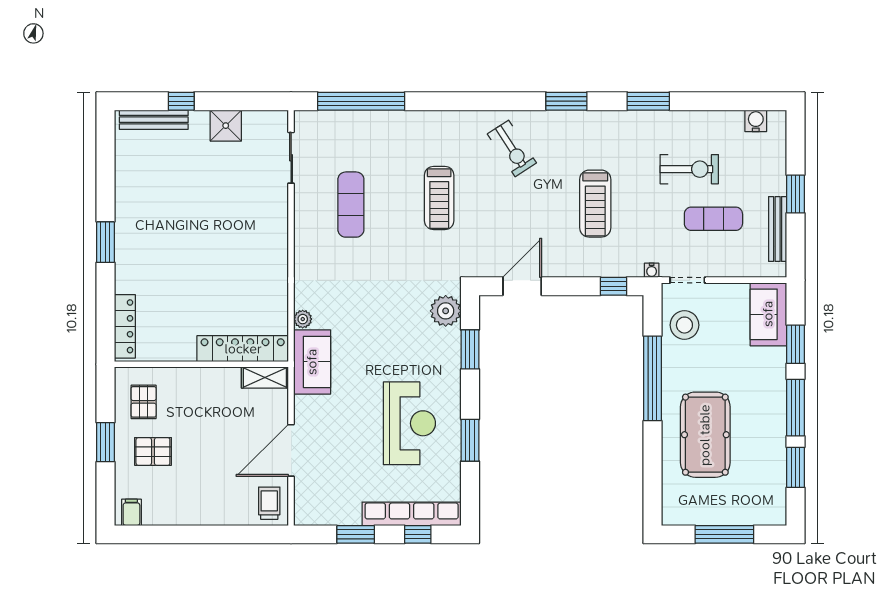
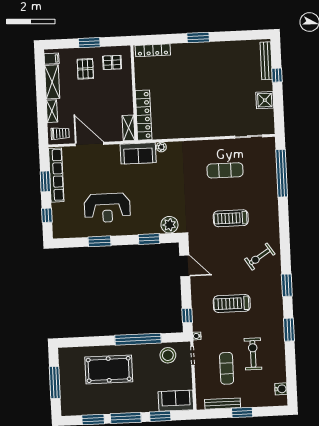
exercise bike: (689, 169) -> (253, 354), turned 180
shelving: (174, 513) -> (52, 82), added
row of seats: (412, 514) -> (56, 175), moved
shelving: (227, 516) -> (52, 111), added

